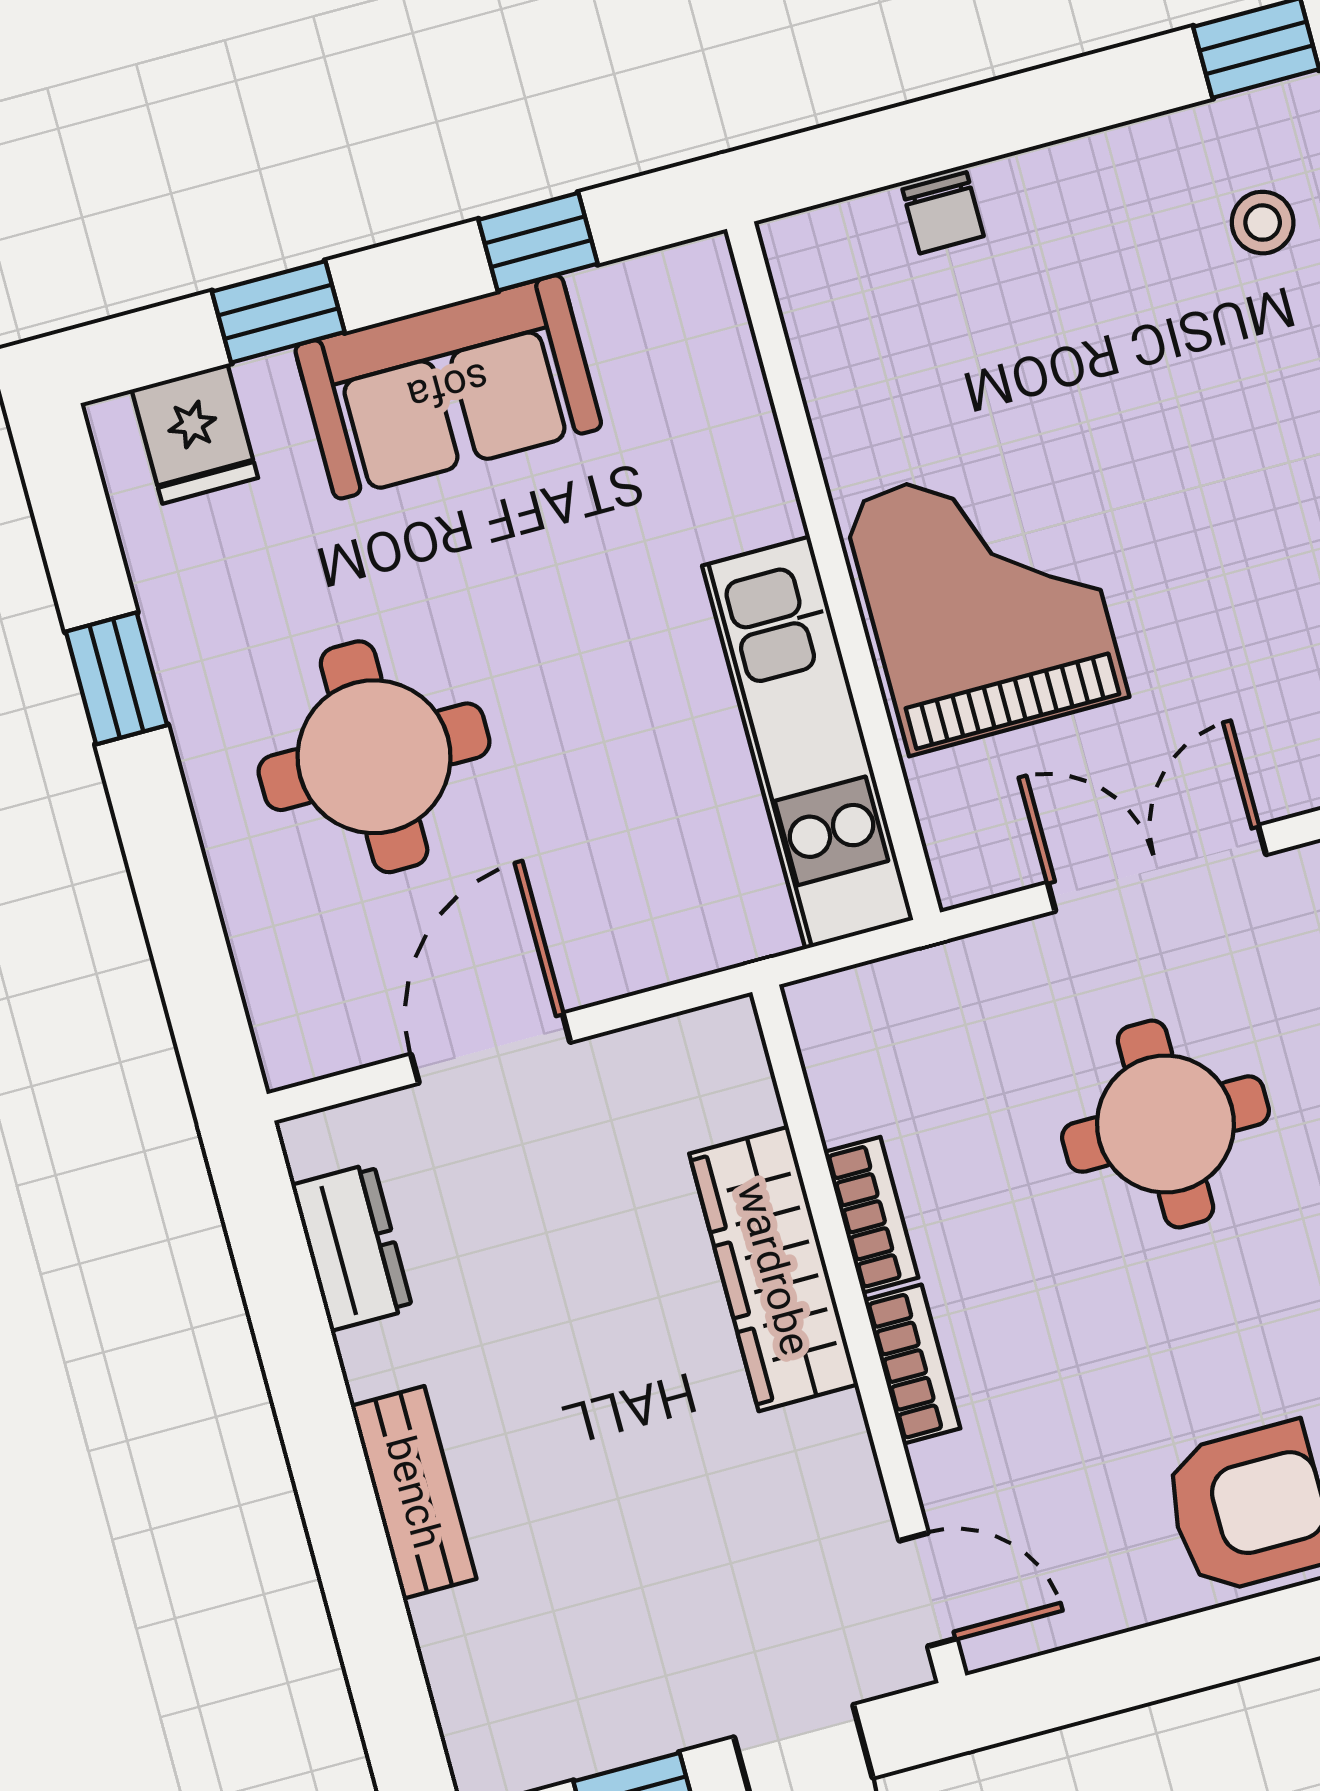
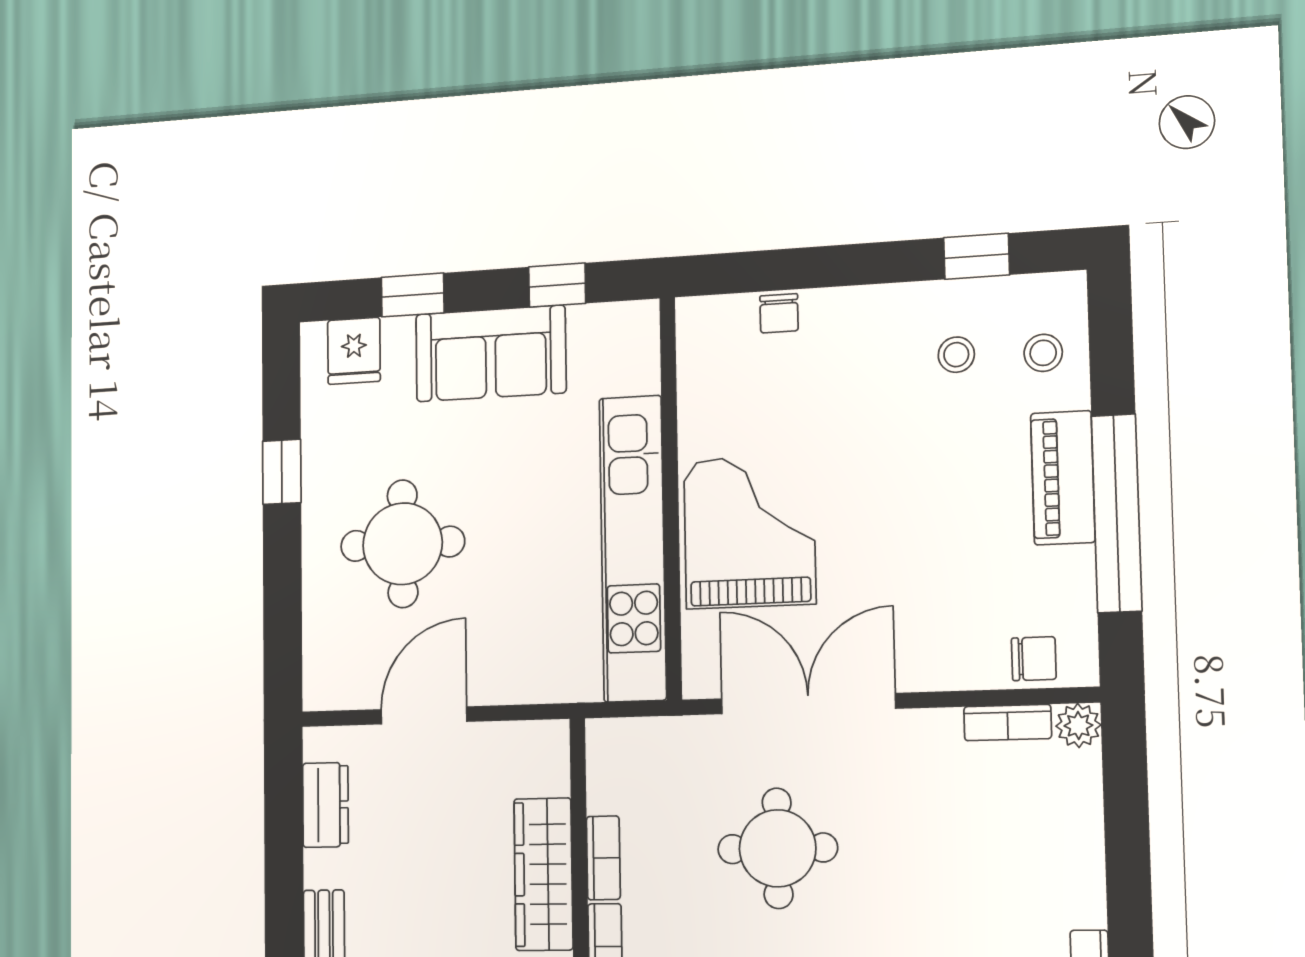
kitchen unit: (808, 743) -> (633, 548), width x1.36
double door: (1157, 868) -> (808, 704), width x1.37

